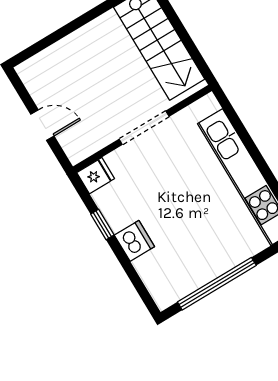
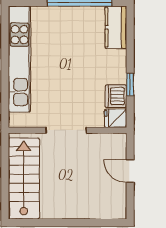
dishwasher: (134, 241) -> (116, 96), moved
kitchen counter: (158, 280) -> (116, 27), added

